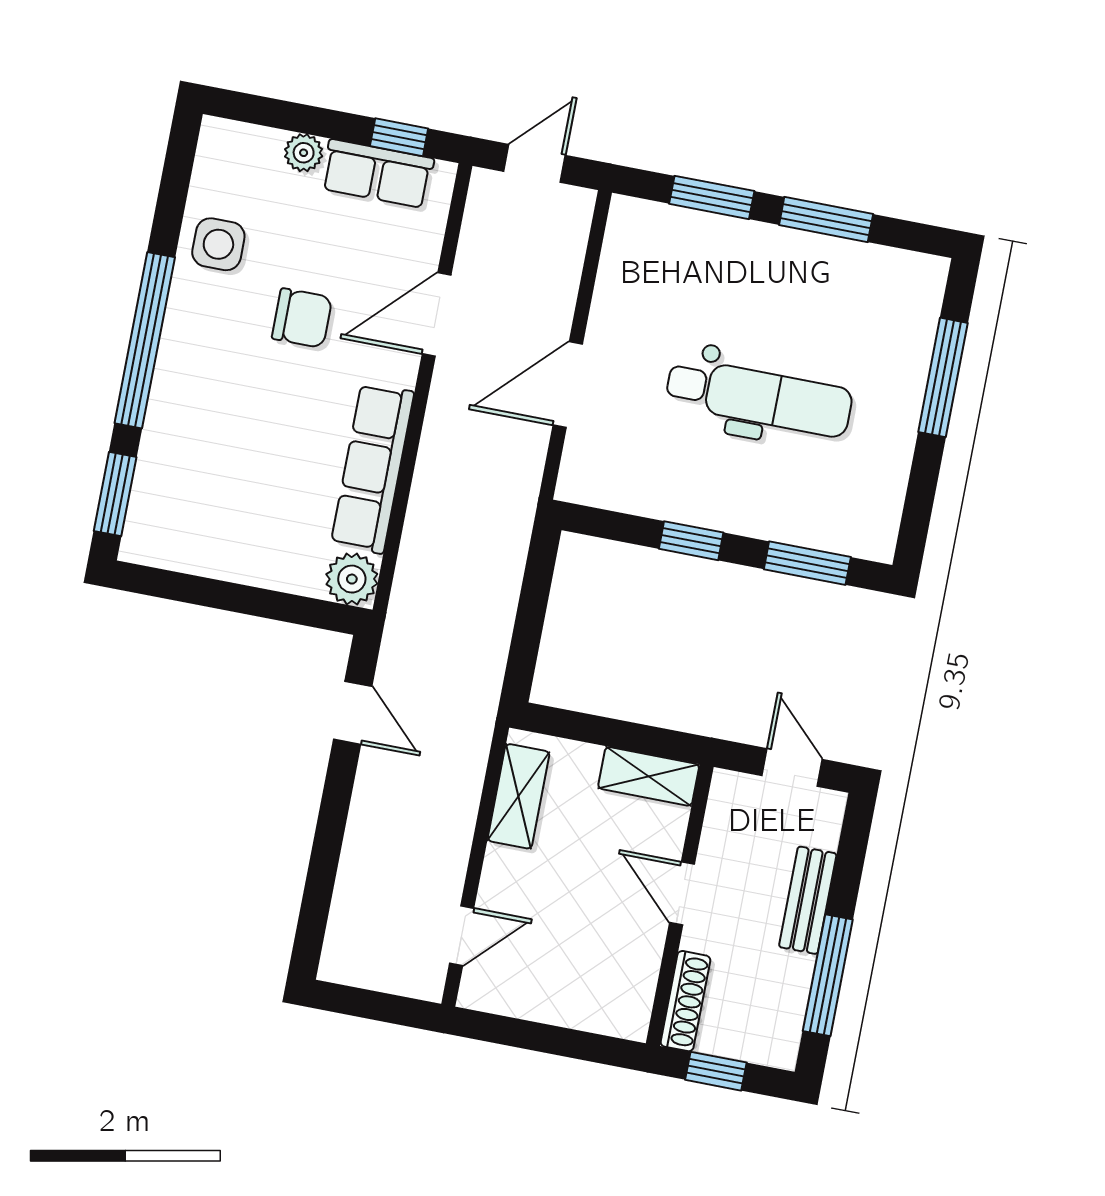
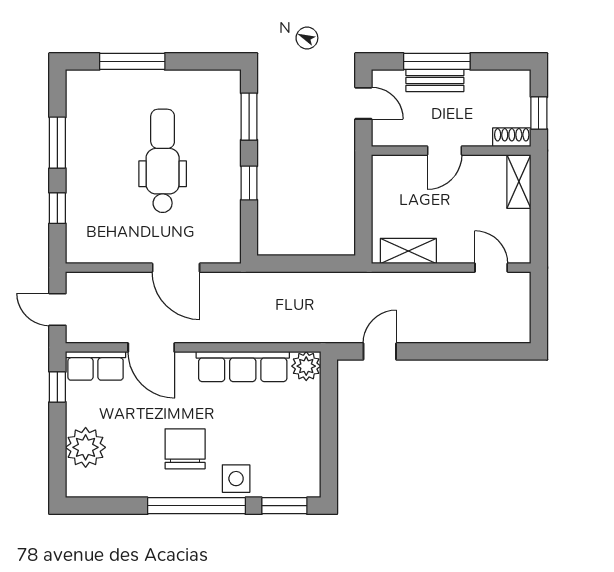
plant: (304, 153) -> (86, 447), width x1.87, depth x1.87
row of seats: (377, 174) -> (96, 366), moved, turned 90
window: (712, 197) -> (57, 208), width x0.67
side table: (218, 244) -> (236, 479), moved
chair: (302, 318) -> (185, 449), moved, width x1.37, depth x1.37
door: (792, 768) -> (363, 103), swing flipped
shelving: (649, 776) -> (519, 181), moved
window: (828, 975) -> (437, 61), moved
shoe rack: (685, 1001) -> (512, 137), width x0.70

